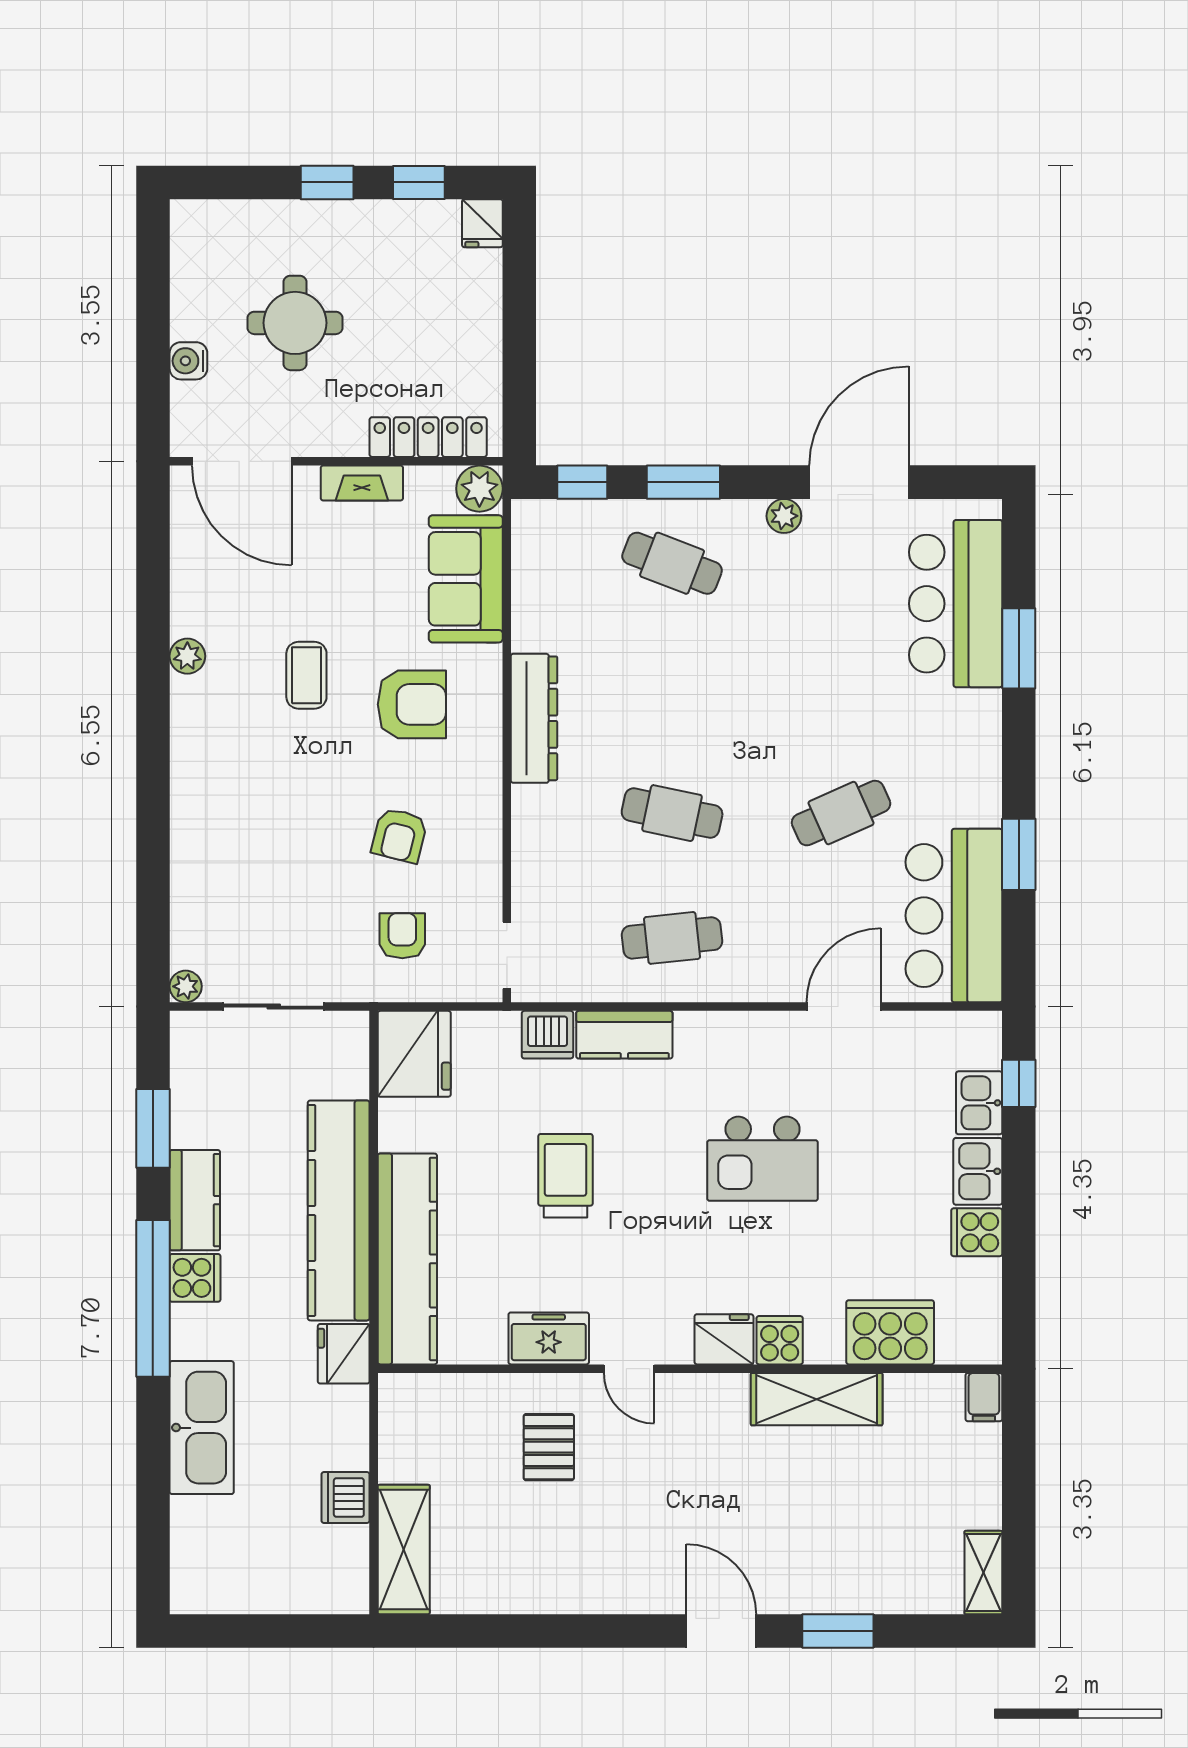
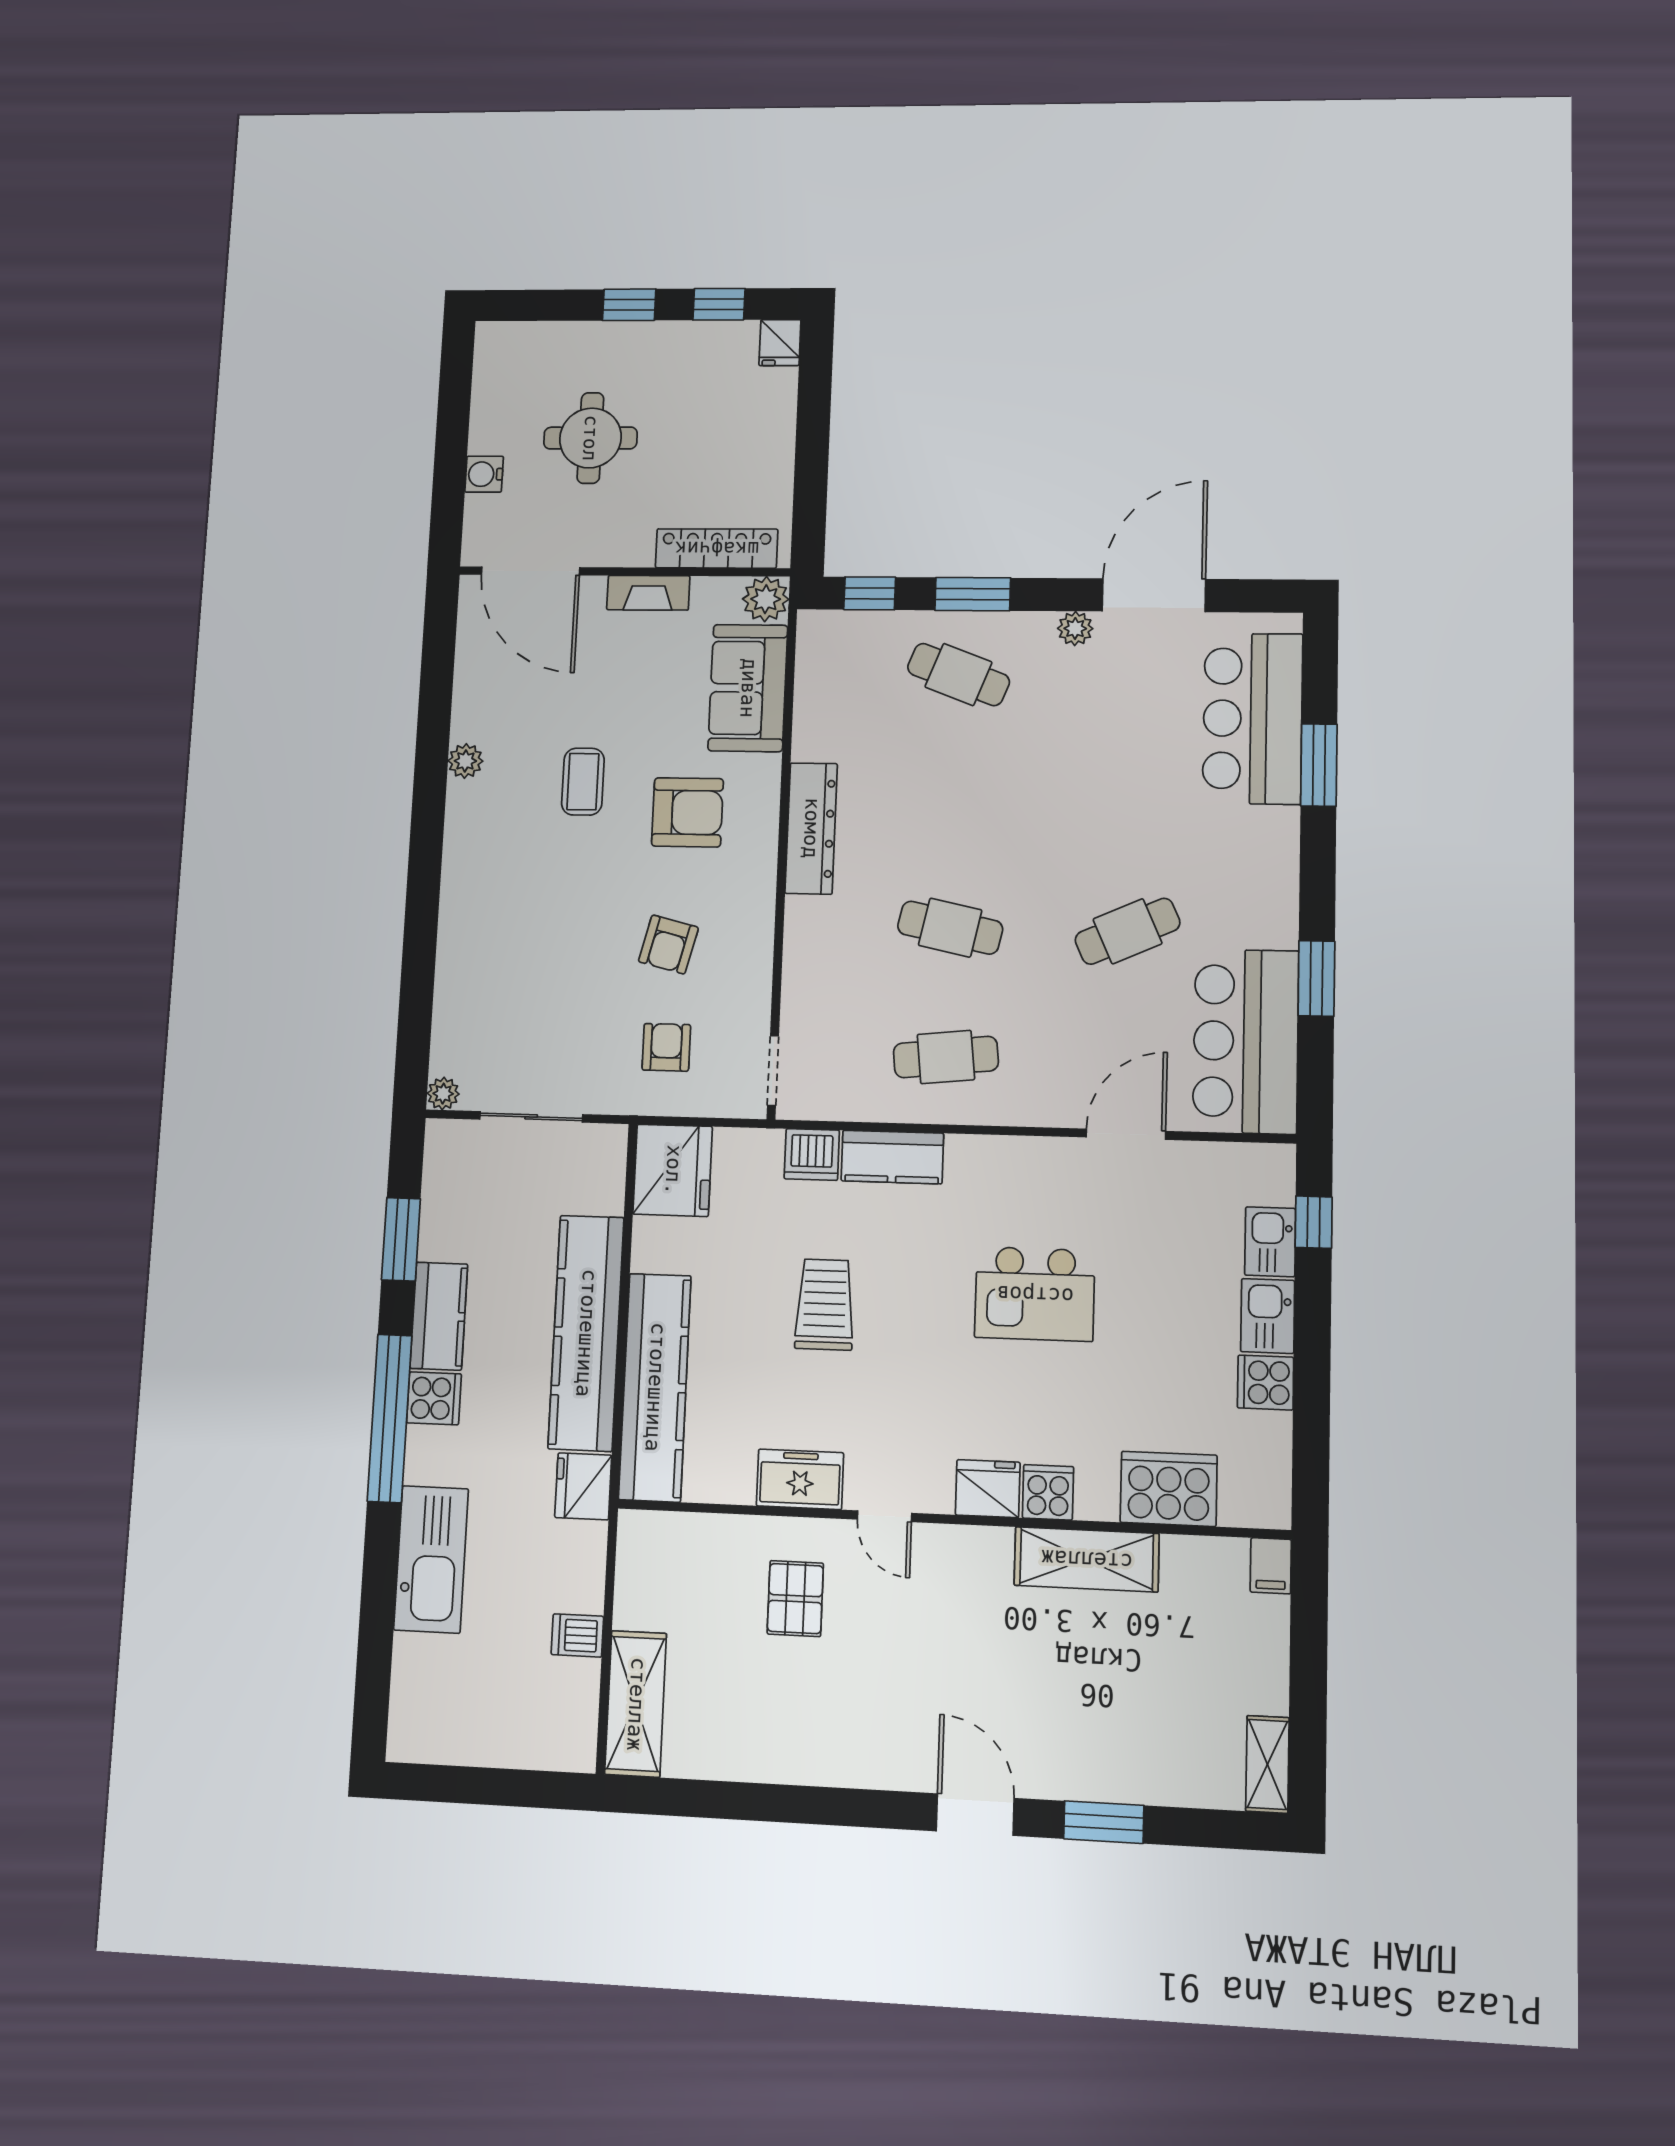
dishwasher: (345, 1498) -> (577, 1635), width x0.73

